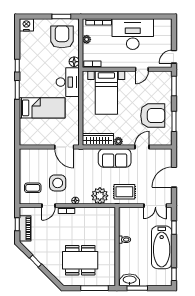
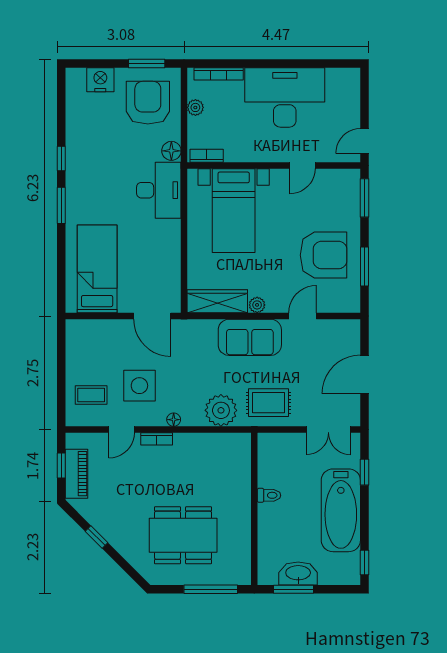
nightstand: (26, 25) -> (100, 80), moved
bed: (42, 108) -> (97, 269), moved, turned -90
washbasin: (130, 280) -> (298, 573), moved

